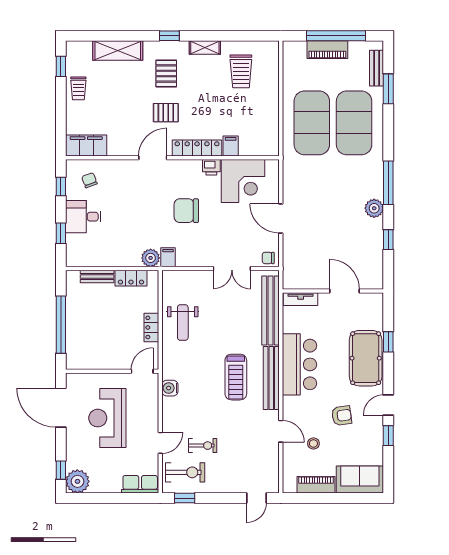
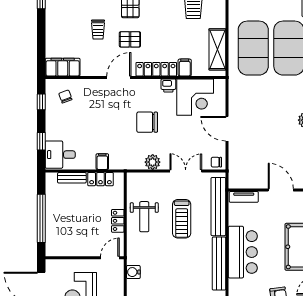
trolley: (78, 88) -> (98, 30), moved
shelving: (269, 124) -> (217, 49), added
desk: (83, 217) -> (60, 155), moved
filing cabinet: (168, 257) -> (102, 162), moved
plant: (151, 258) -> (153, 162), moved
double door: (232, 268) -> (186, 171), swing flipped
treadmill: (236, 377) -> (182, 219), moved

